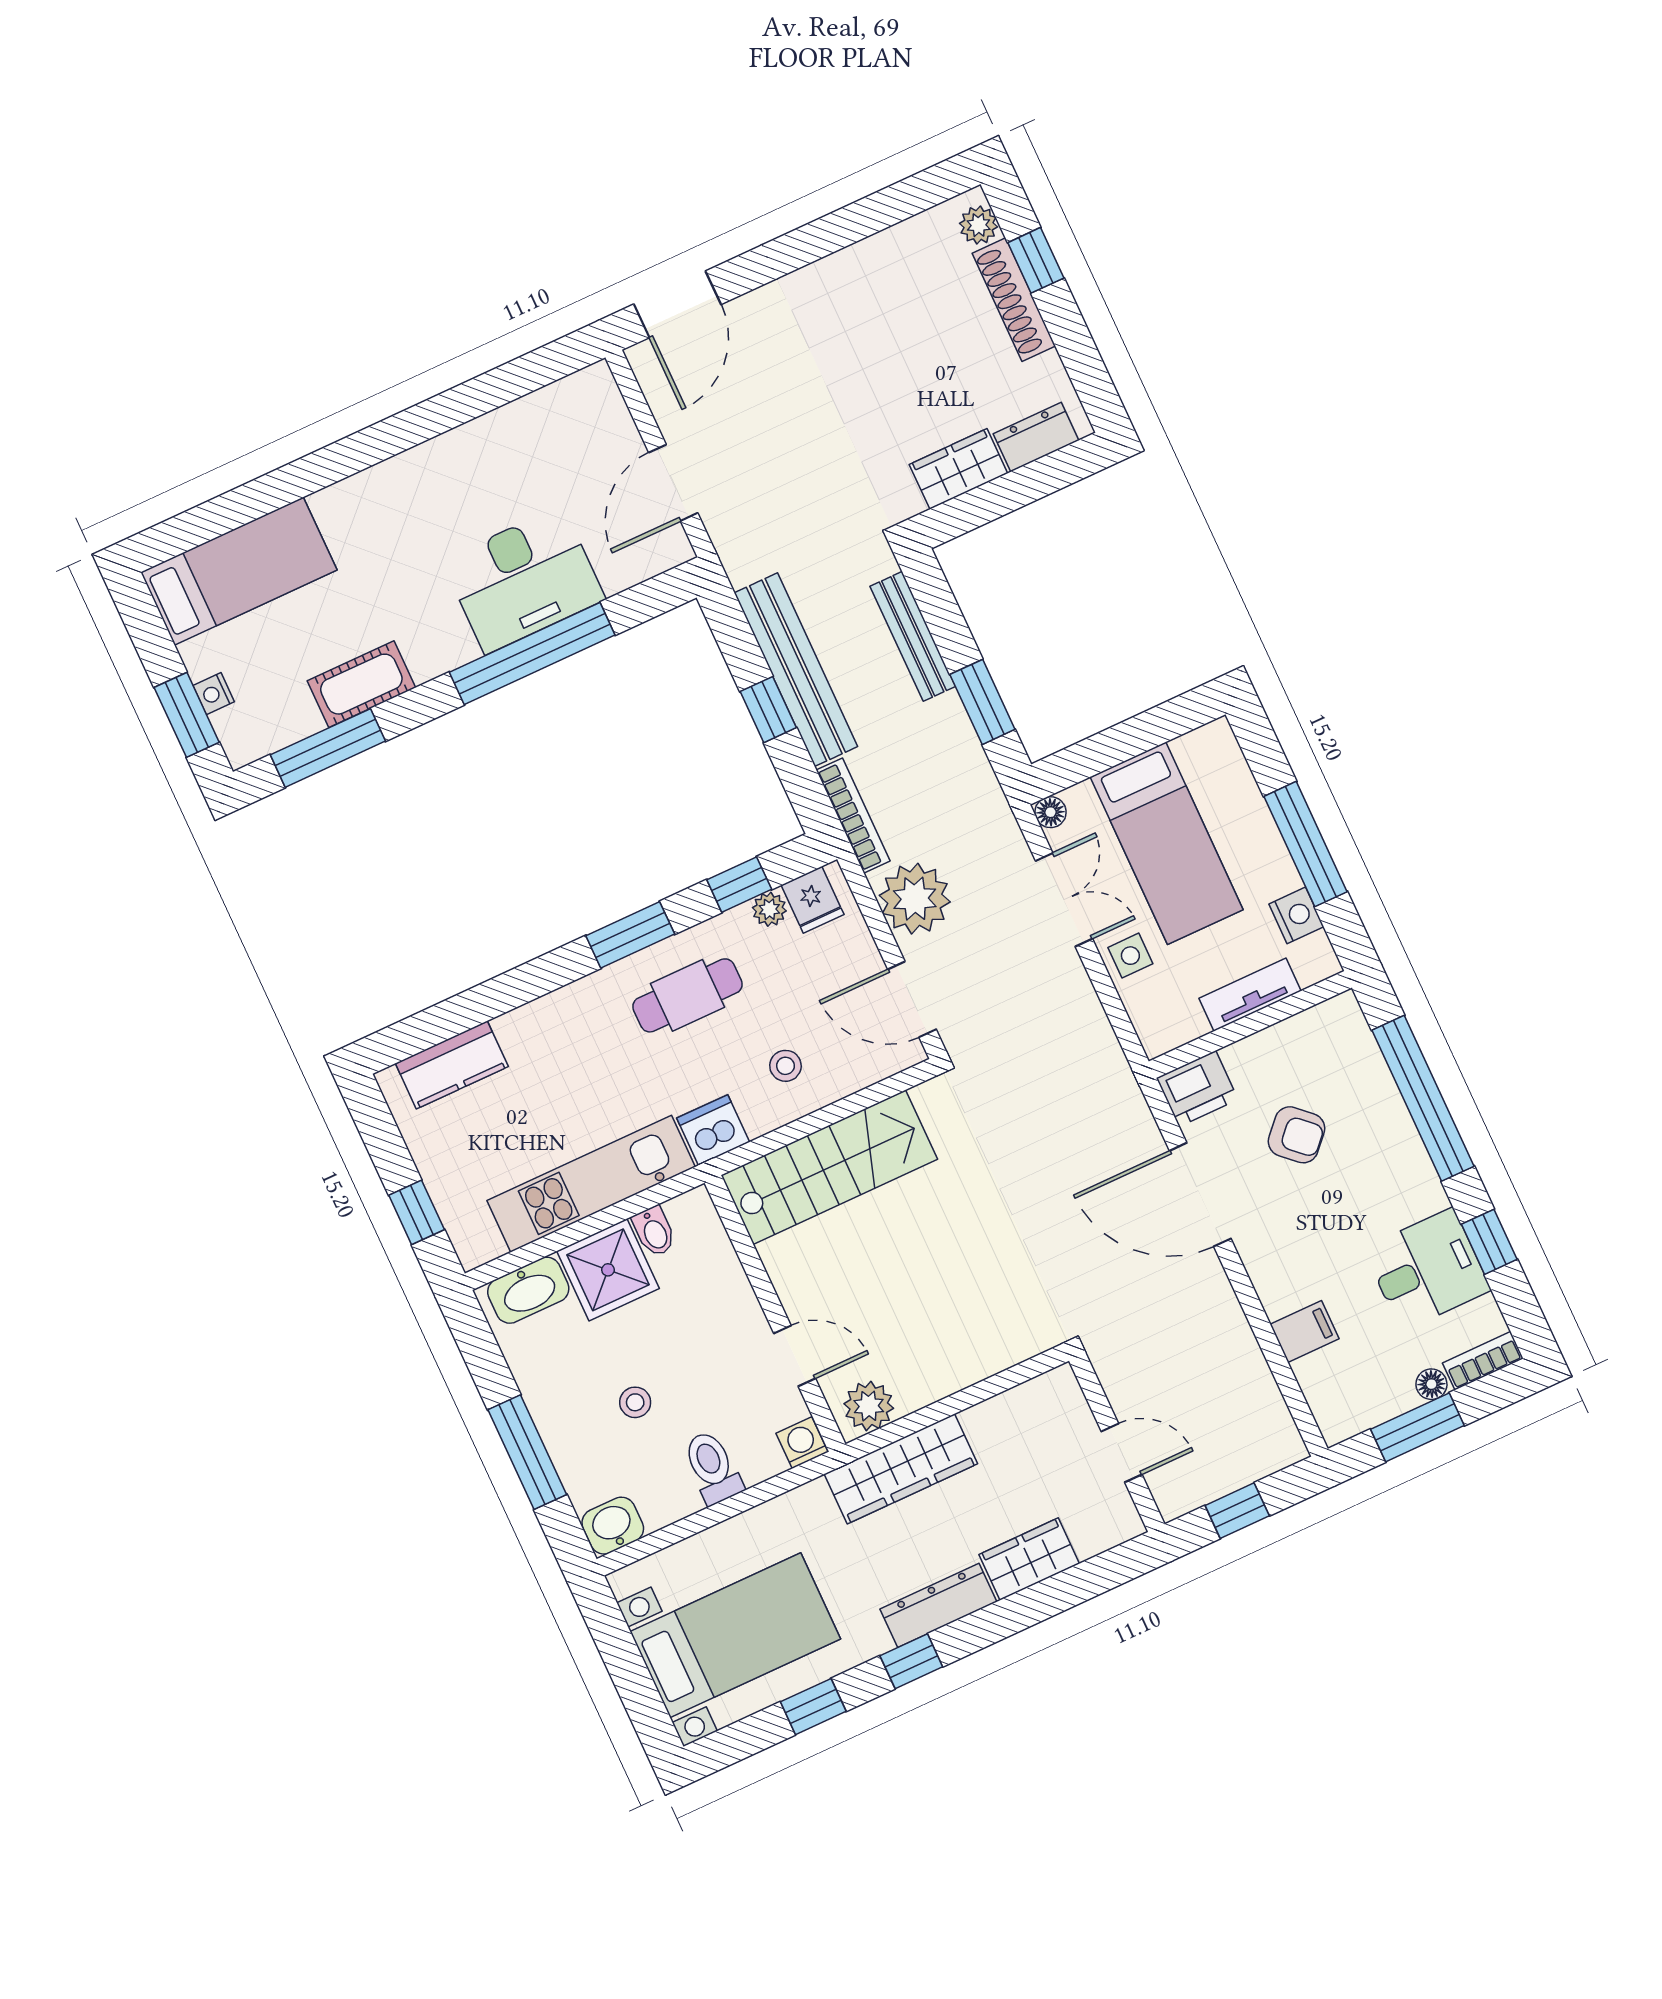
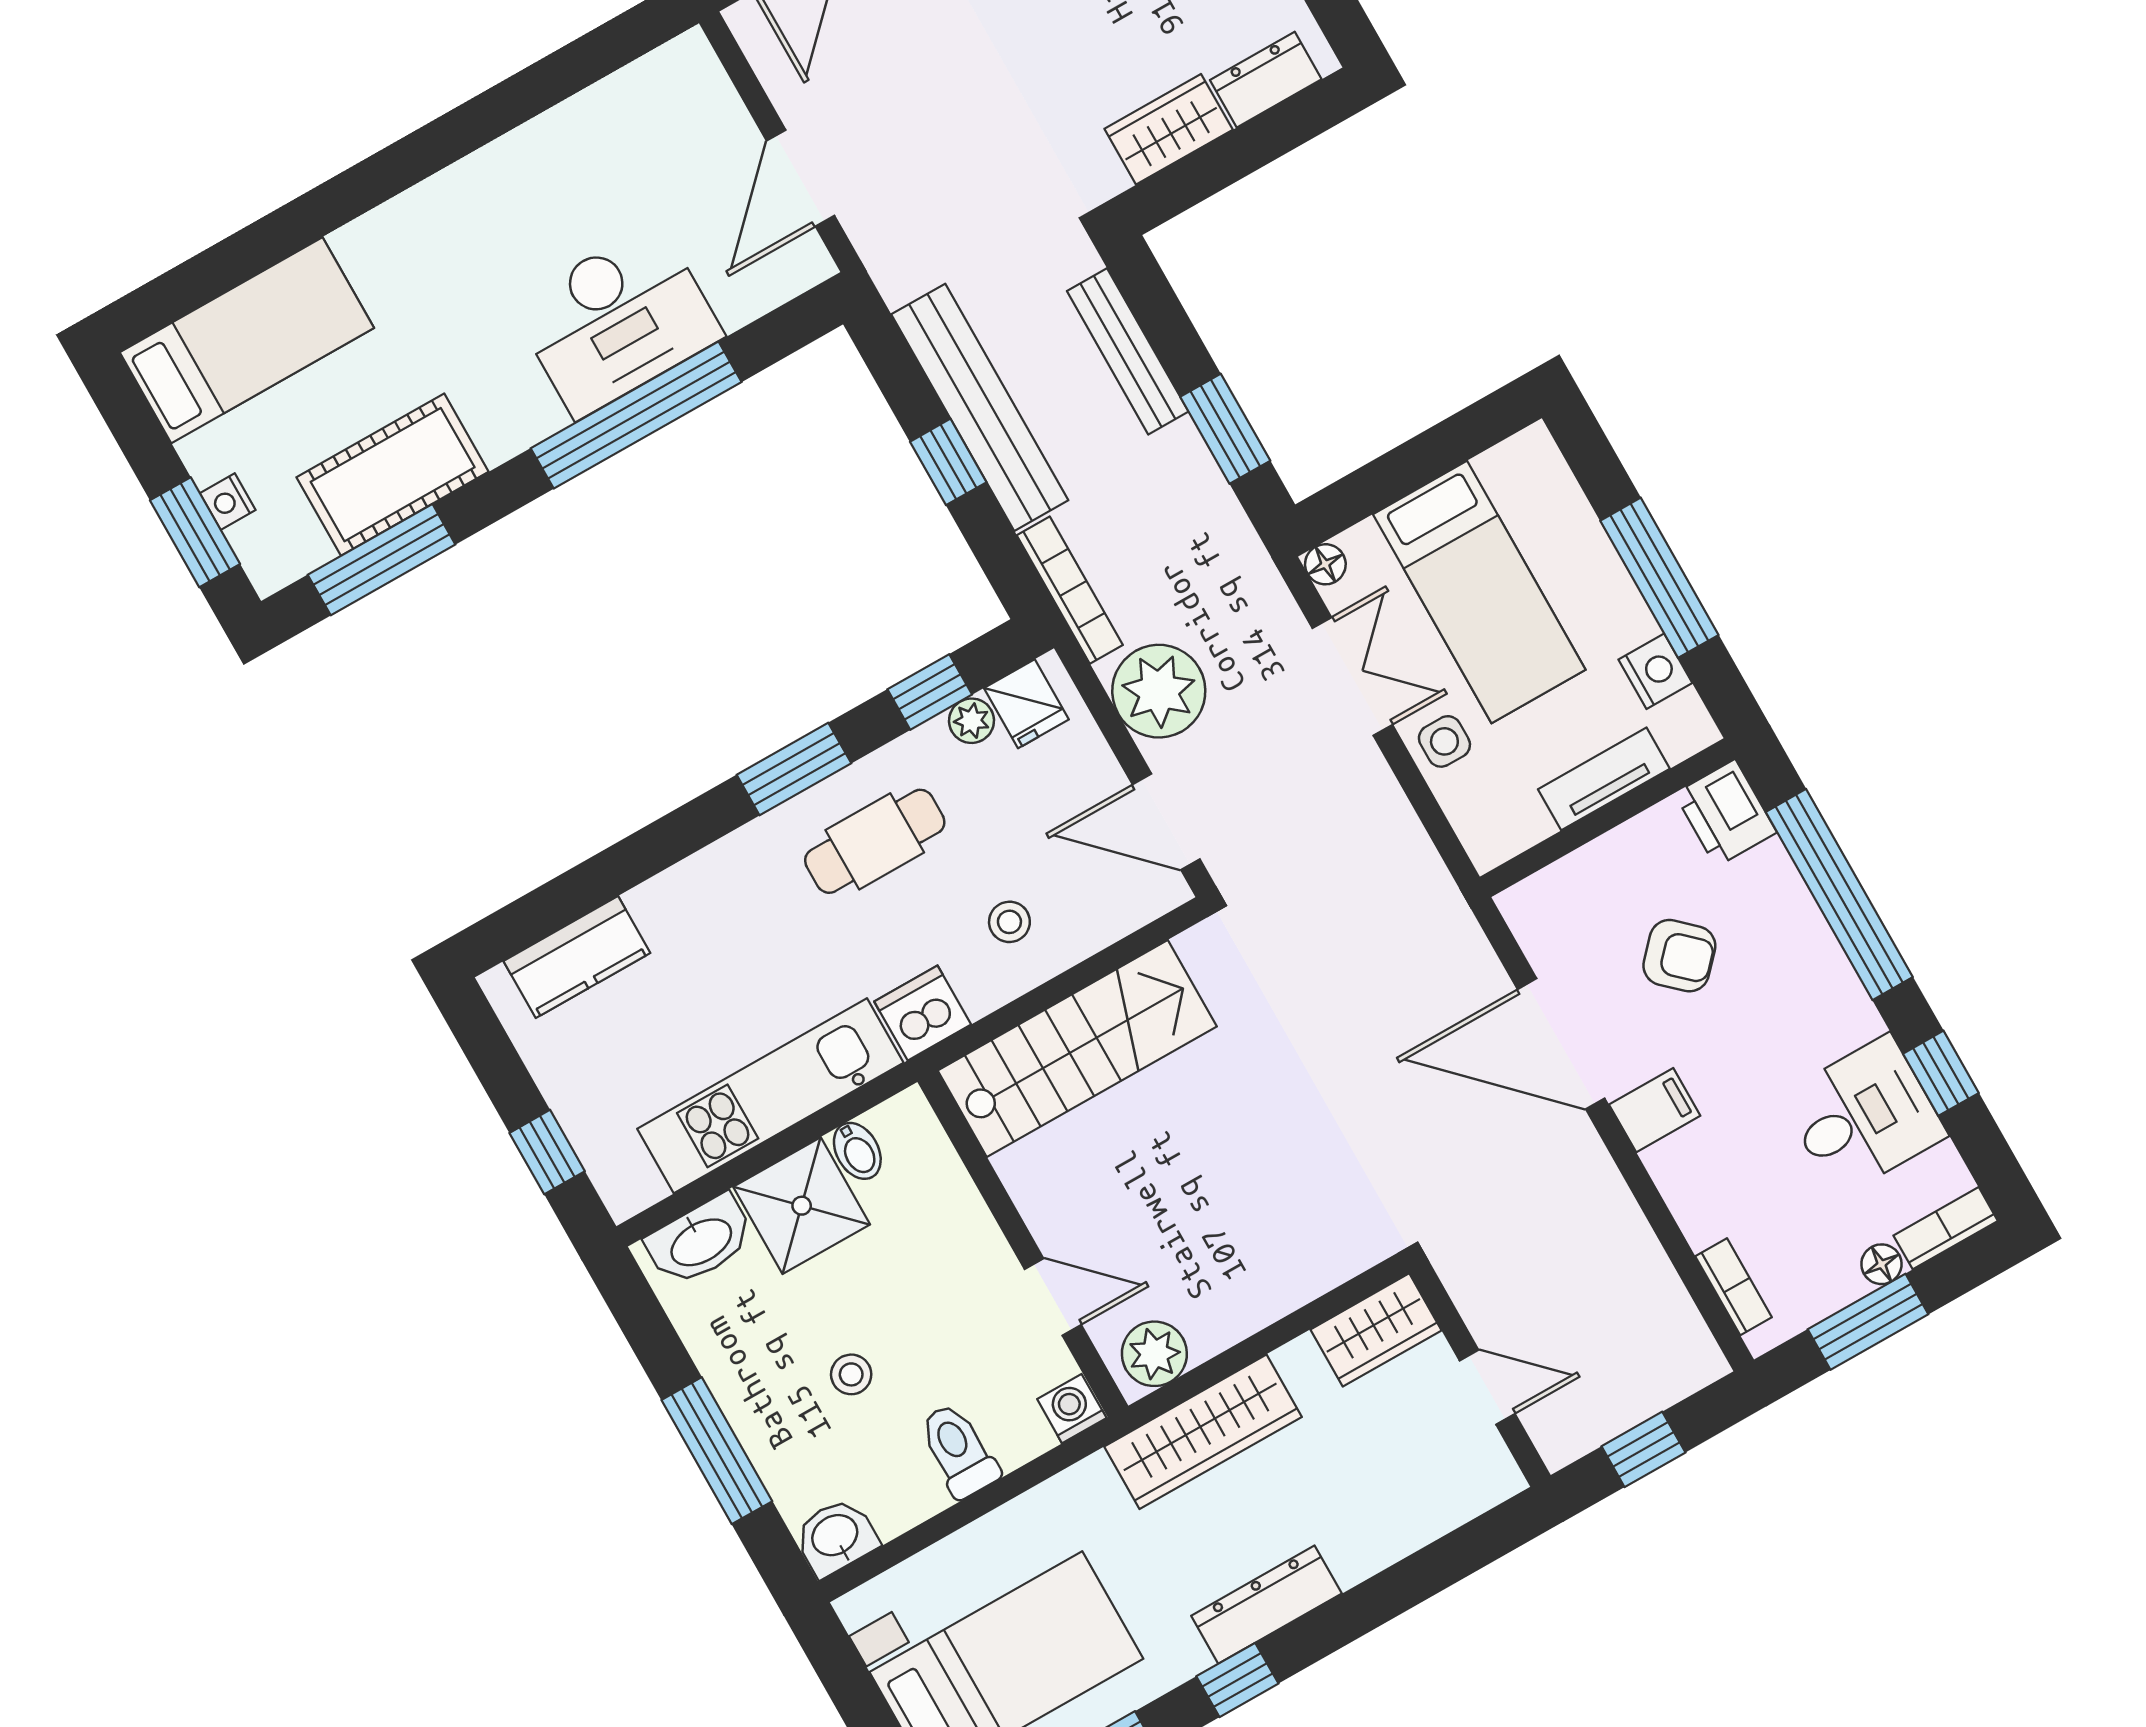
cot: (361, 684) -> (393, 475), width x1.37, depth x1.34
printer: (1197, 1089) -> (1726, 813), moved, turned 90
filing cabinet: (1305, 1332) -> (1655, 1110), moved
bookcase: (1317, 1392) -> (1734, 1287), added
wardrobe: (1029, 1559) -> (1376, 1330), moved, turned 180

